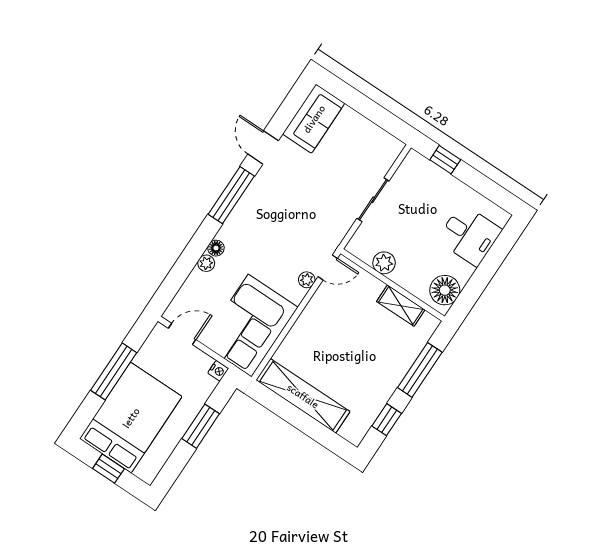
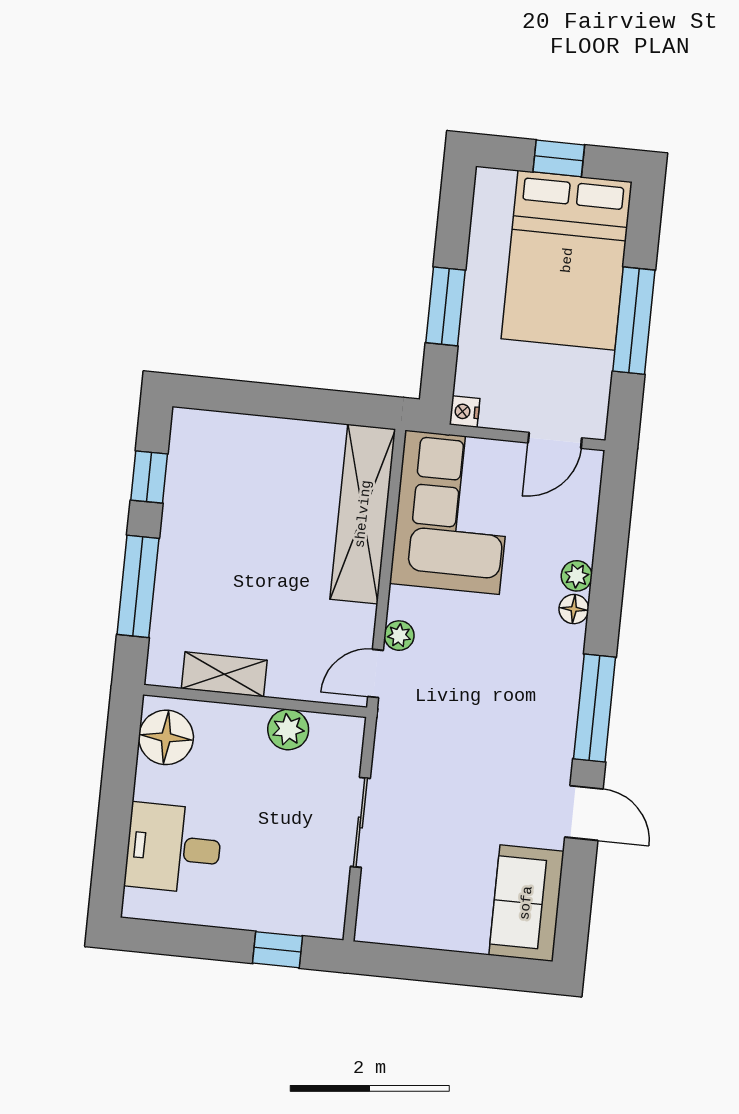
shelving: (303, 396) -> (363, 514), moved, turned 90

